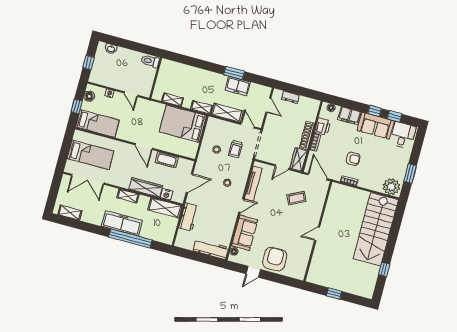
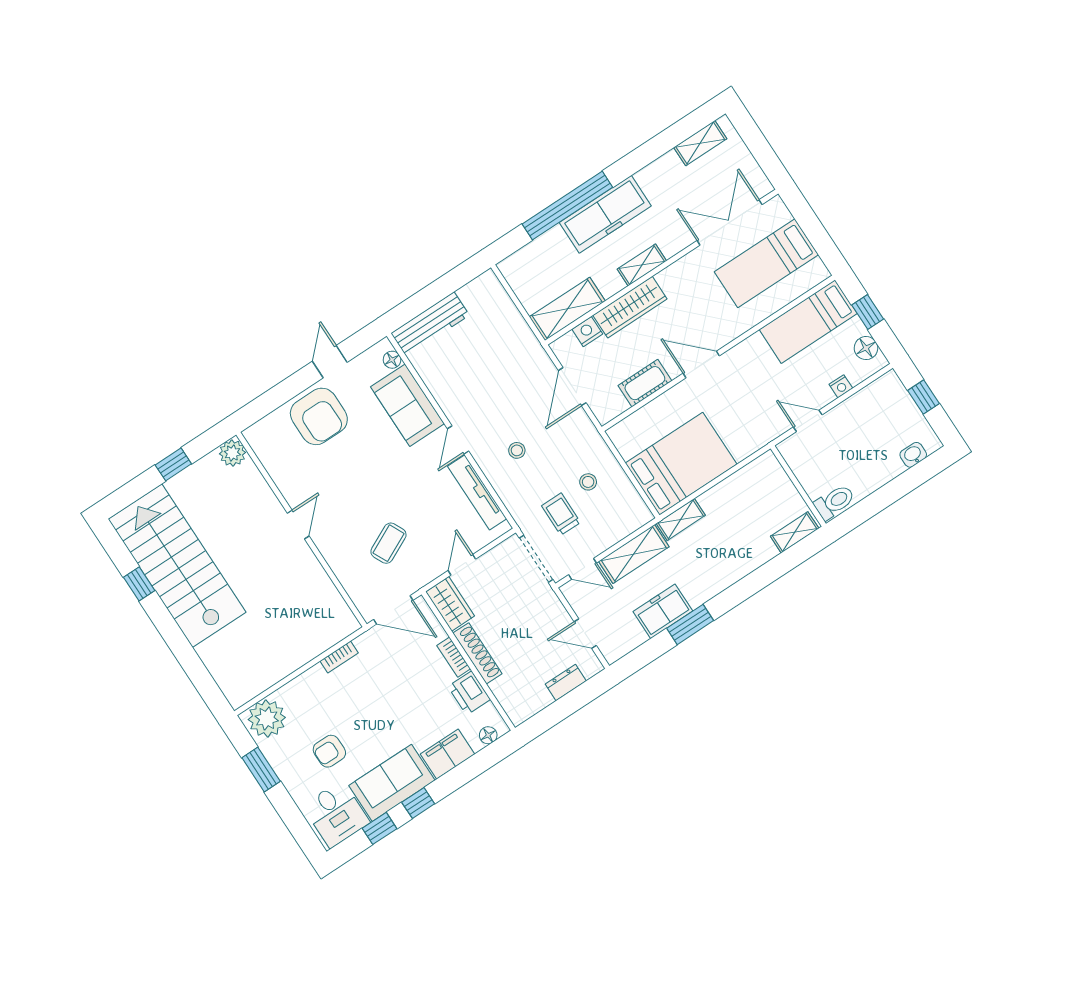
shelving: (173, 100) -> (795, 532), moved
armchair: (353, 159) -> (329, 751), moved
workbench: (188, 217) -> (517, 335), removed
stairs: (376, 229) -> (177, 566), moved
plant: (313, 277) -> (232, 453), added

